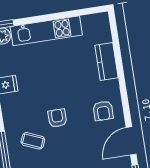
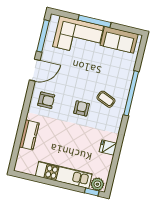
armchair: (103, 111) -> (46, 100), turned 90
armchair: (57, 118) -> (82, 108), turned 180

